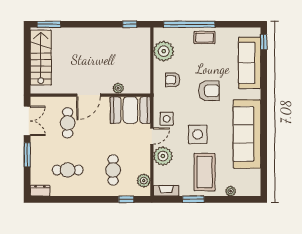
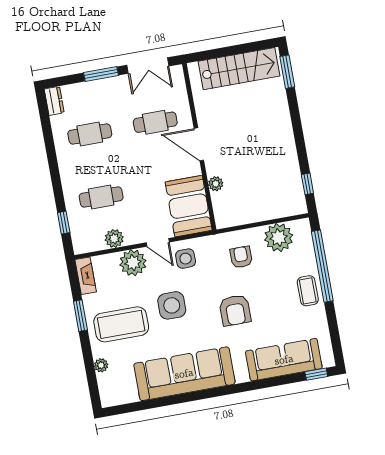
cafe table: (68, 170) -> (90, 134), turned 90
plant: (144, 181) -> (114, 239), moved

